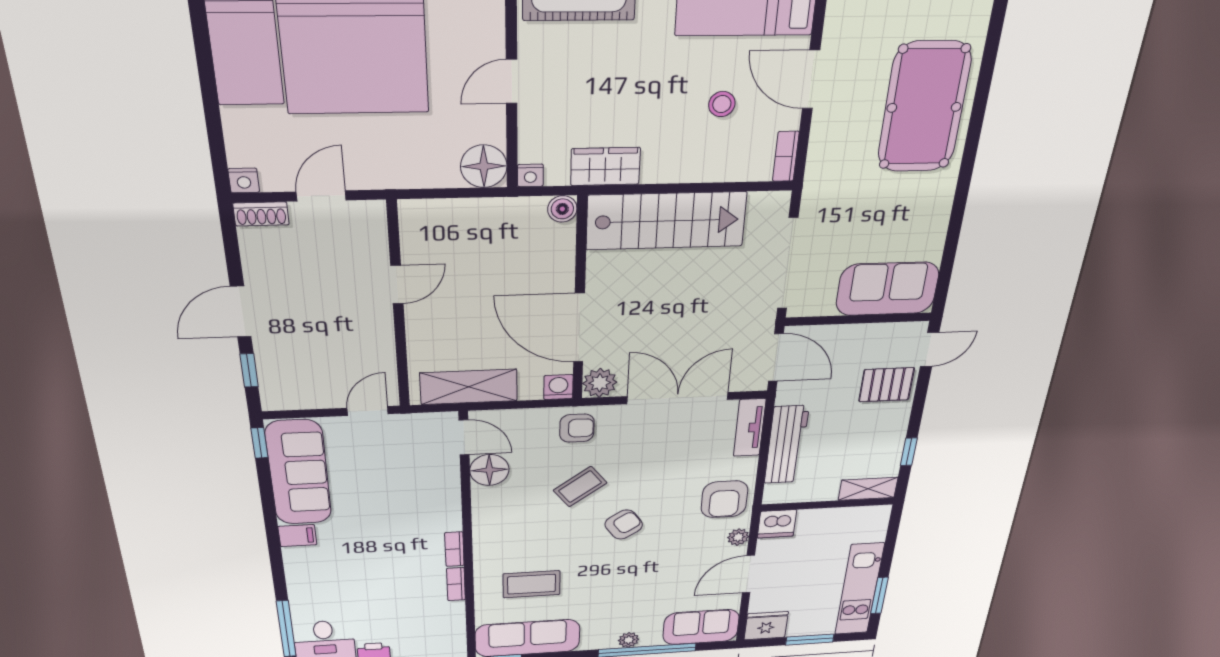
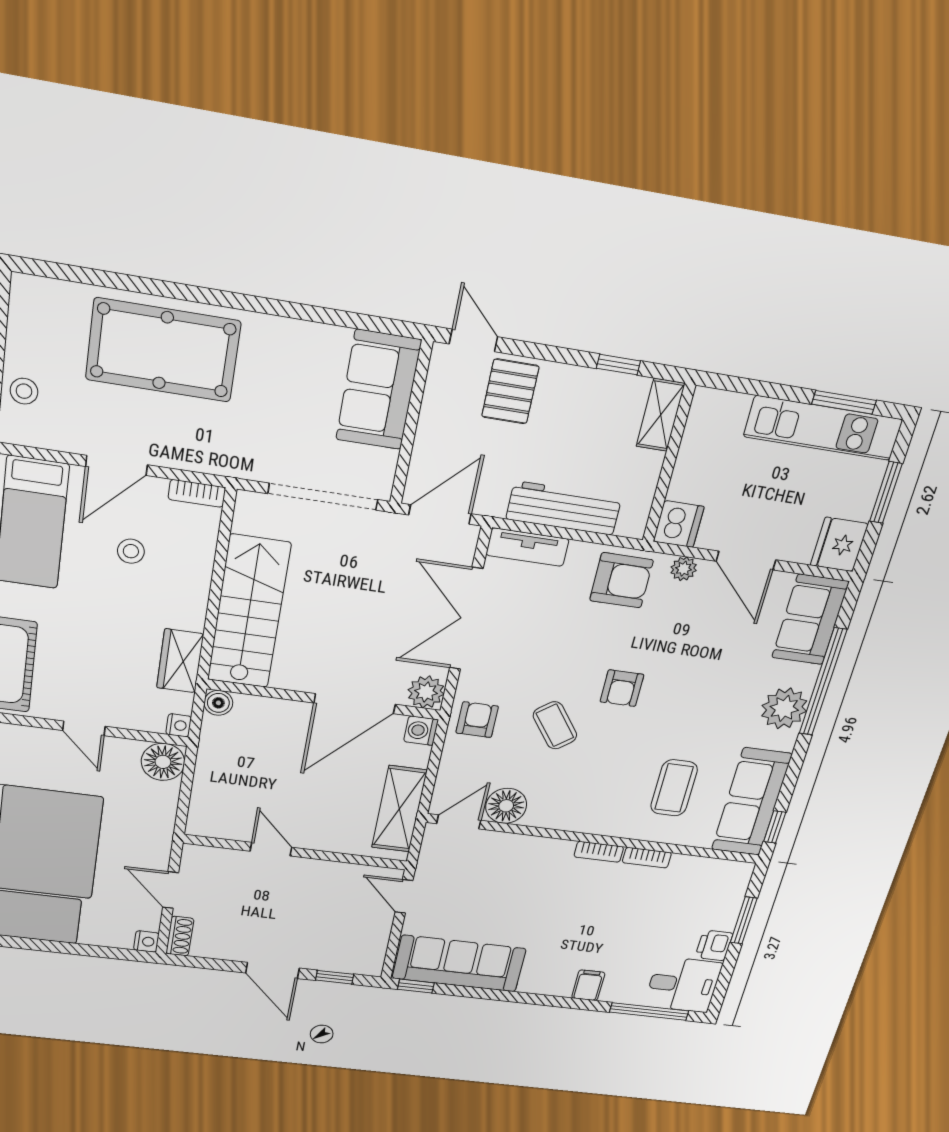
armchair: (624, 525) -> (622, 688), turned -146
filing cabinet: (297, 536) -> (588, 985), moved
plant: (629, 640) -> (784, 708), width x1.88, depth x1.88

